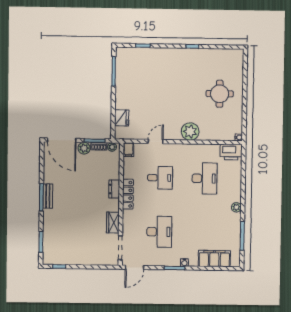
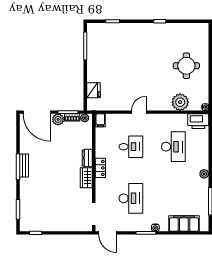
plant: (190, 131) -> (180, 102), moved
door: (156, 142) -> (139, 112), moved
locker: (128, 194) -> (100, 168), width x0.66
wardrobe: (113, 223) -> (86, 178), moved
door: (135, 267) -> (108, 233), hinge flipped

